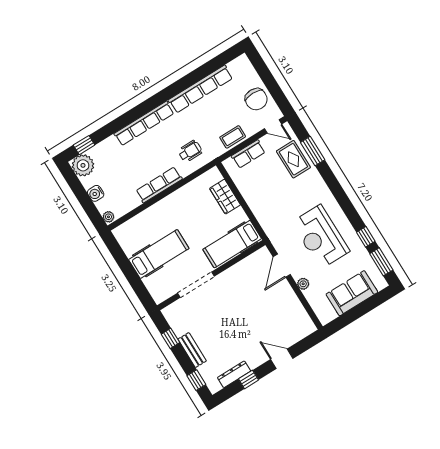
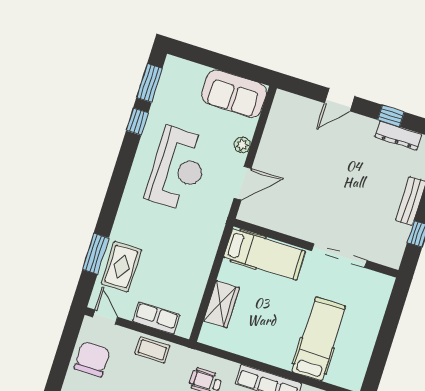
hospital bed: (159, 254) -> (319, 339), moved, turned 90
sofa: (352, 293) -> (234, 94), moved
door: (282, 359) -> (340, 100), hinge flipped

